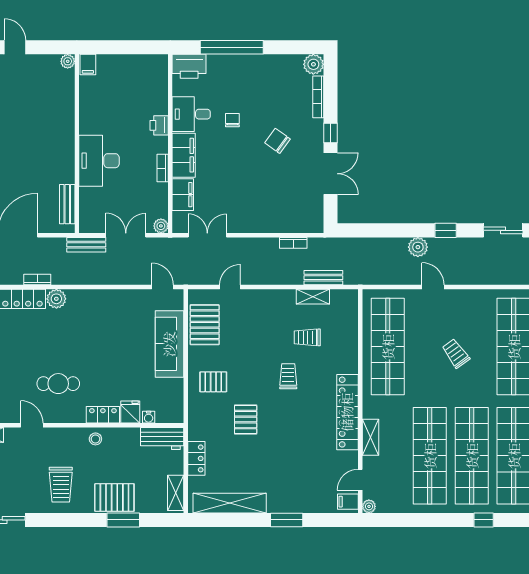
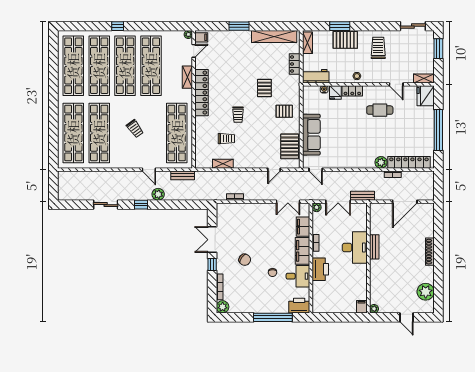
printer: (159, 125) -> (320, 269), width x1.87, depth x1.48
bench: (67, 204) -> (374, 247), moved
bench: (323, 278) -> (183, 175), moved

